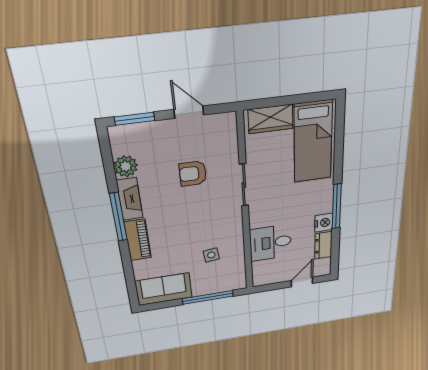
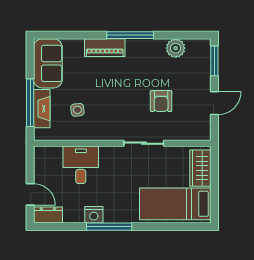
armchair: (193, 174) -> (161, 101), turned 180
fireplace: (130, 199) -> (42, 109), moved, turned -90
dresser: (323, 245) -> (48, 215), moved

